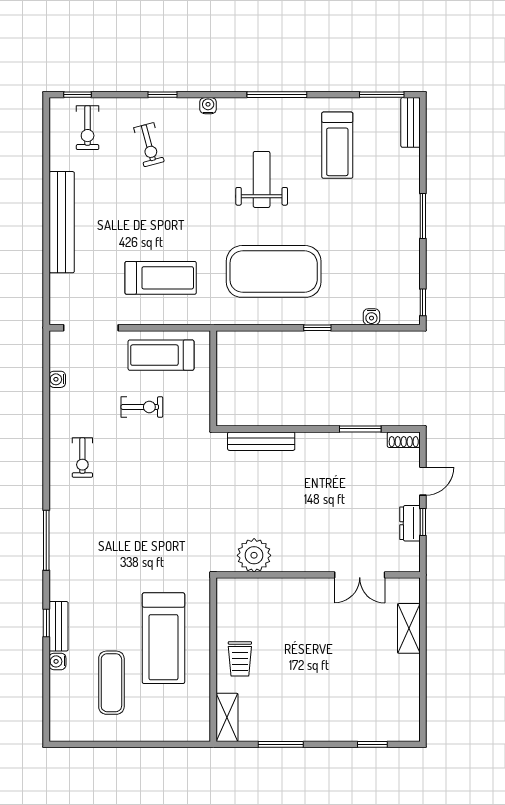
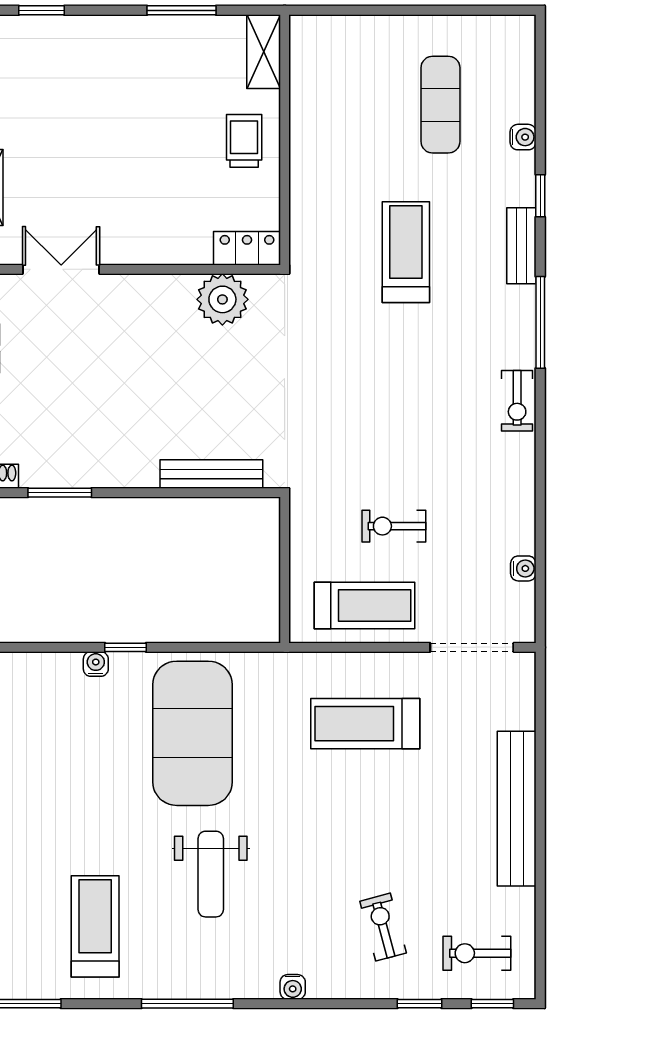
window: (163, 95) -> (419, 1004), moved
exercise bike: (88, 128) -> (477, 953), turned -90
exercise mat: (274, 271) -> (192, 733), turned 90
water cooler: (371, 317) -> (96, 664), moved
exercise bike: (82, 457) -> (517, 401), moved, turned 180
locker: (238, 589) -> (247, 248), added
bench: (58, 626) -> (521, 246), moved
treadmill: (163, 638) -> (406, 252), moved, width x0.73, depth x0.73

